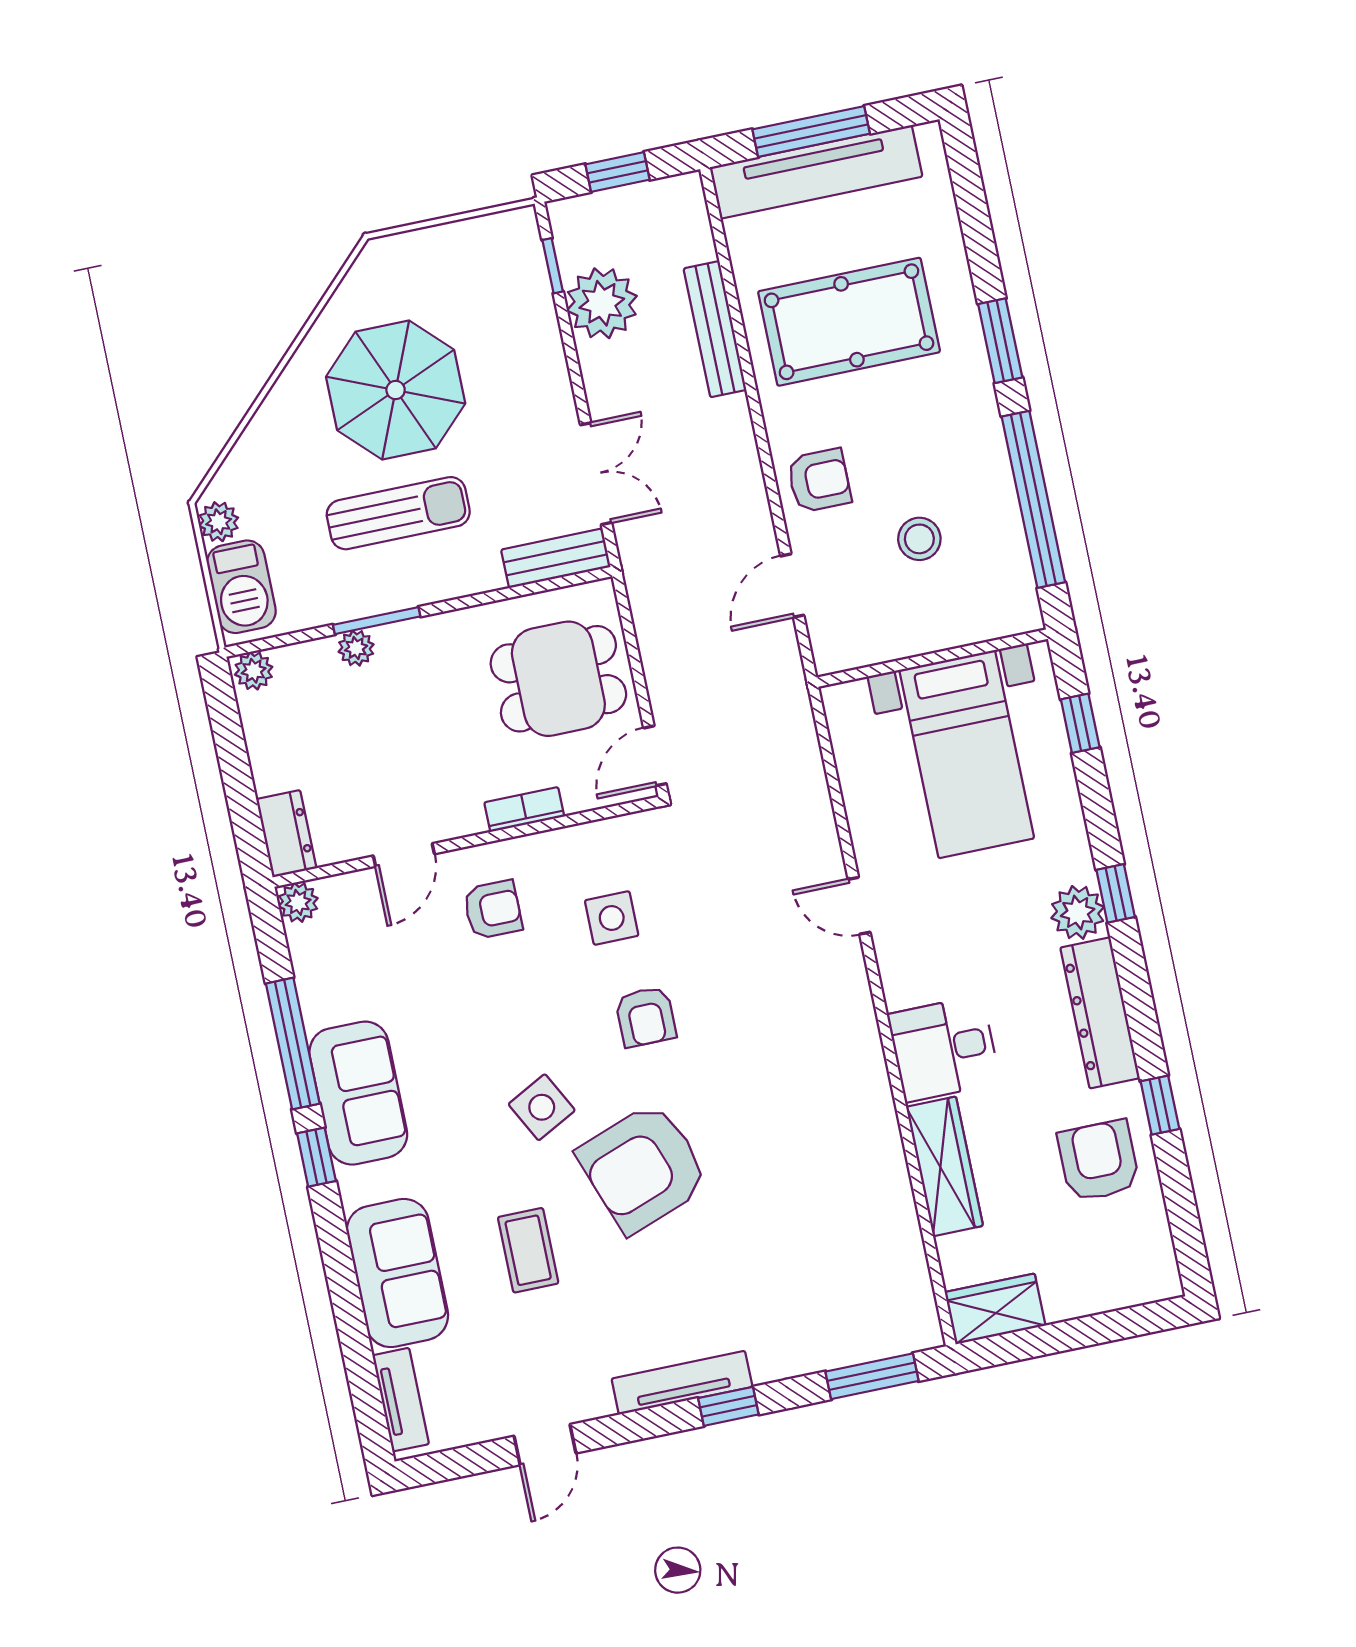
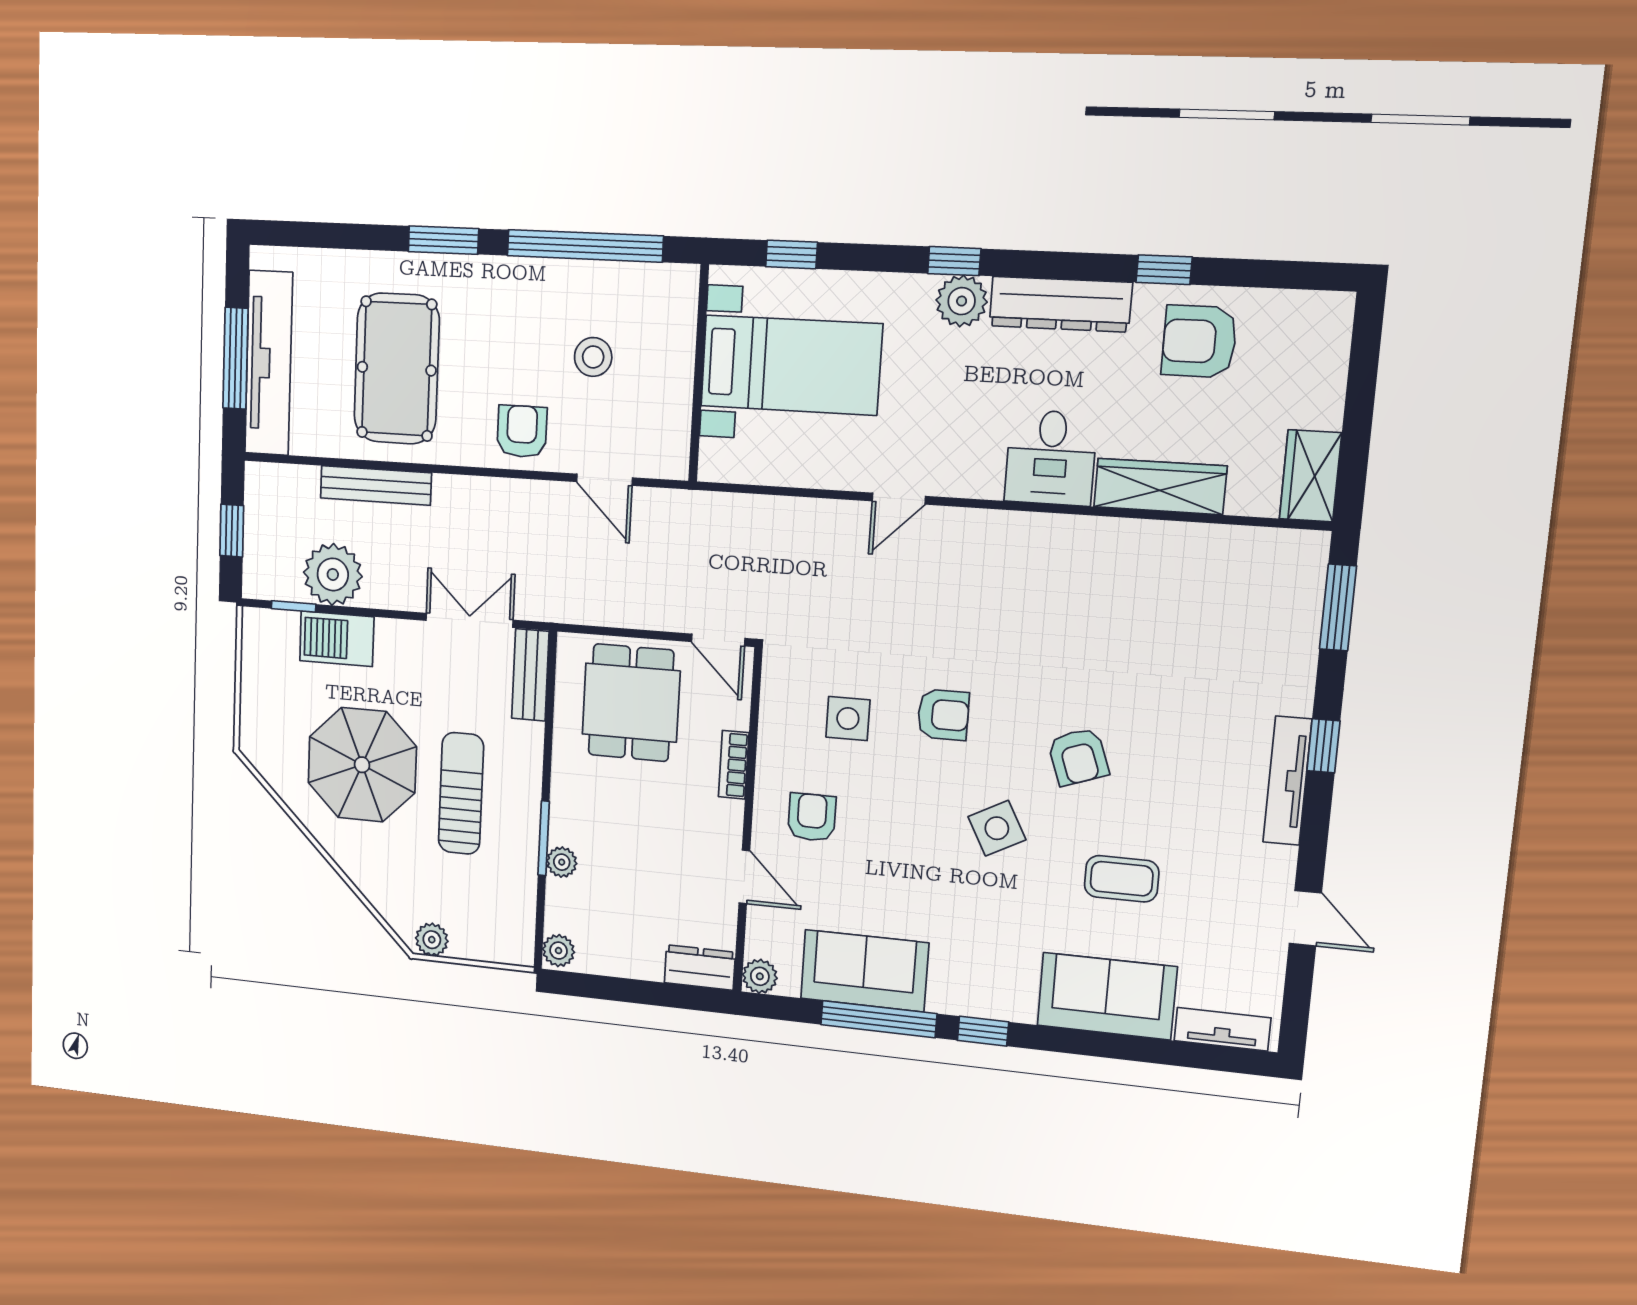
barbecue: (241, 587) -> (337, 639), moved, turned 180
sofa: (358, 1093) -> (864, 971), moved
armchair: (643, 1168) -> (1078, 757), width x0.53, depth x0.53

